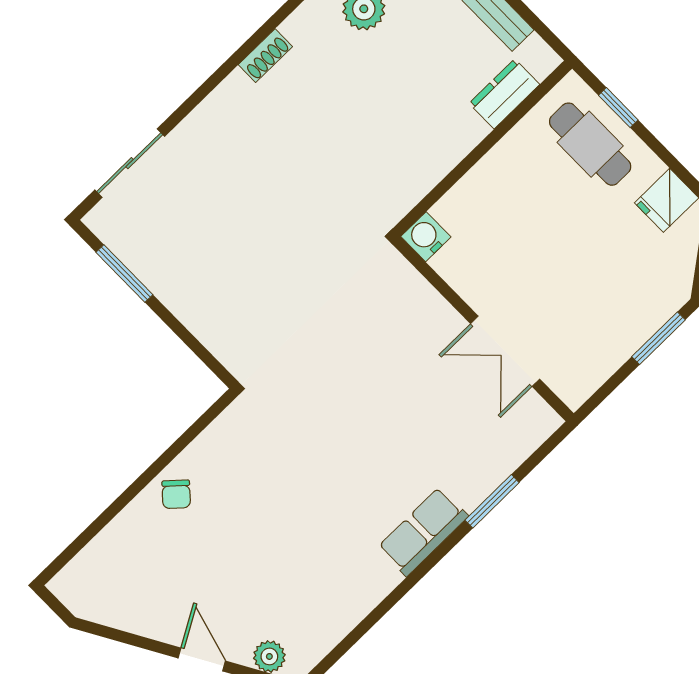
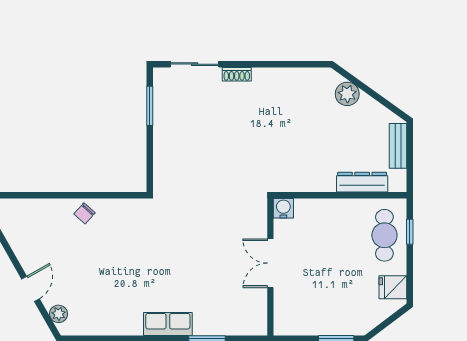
shoe rack: (265, 56) -> (237, 74), moved
dresser: (504, 94) -> (362, 182), width x1.44
double door: (505, 351) -> (270, 263), moved

